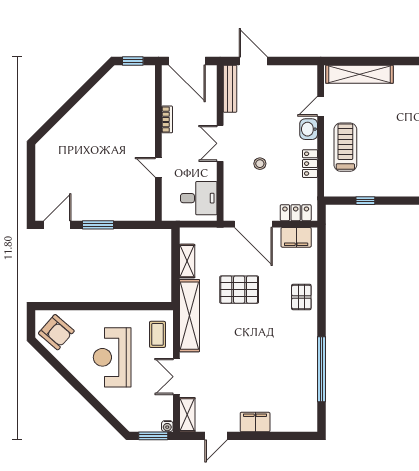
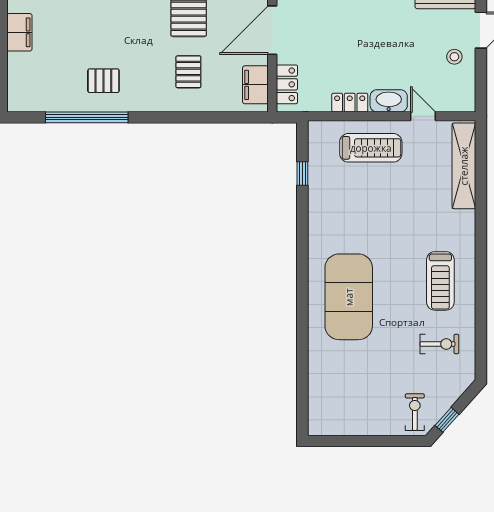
washbasin: (309, 129) -> (389, 101), width x1.38
stool: (260, 164) -> (454, 57), moved
pallet: (301, 297) -> (188, 72), moved, turned 90
pallet: (293, 356) -> (103, 81), added

